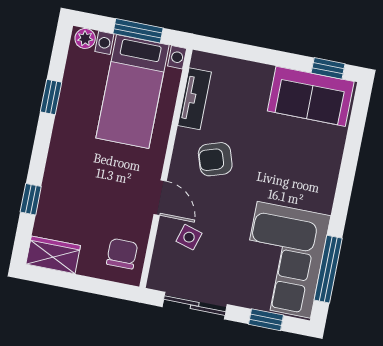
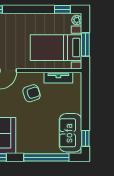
window: (51, 97) -> (62, 9), moved
window: (351, 155) -> (46, 157), added
armchair: (215, 159) -> (32, 93), turned 90

